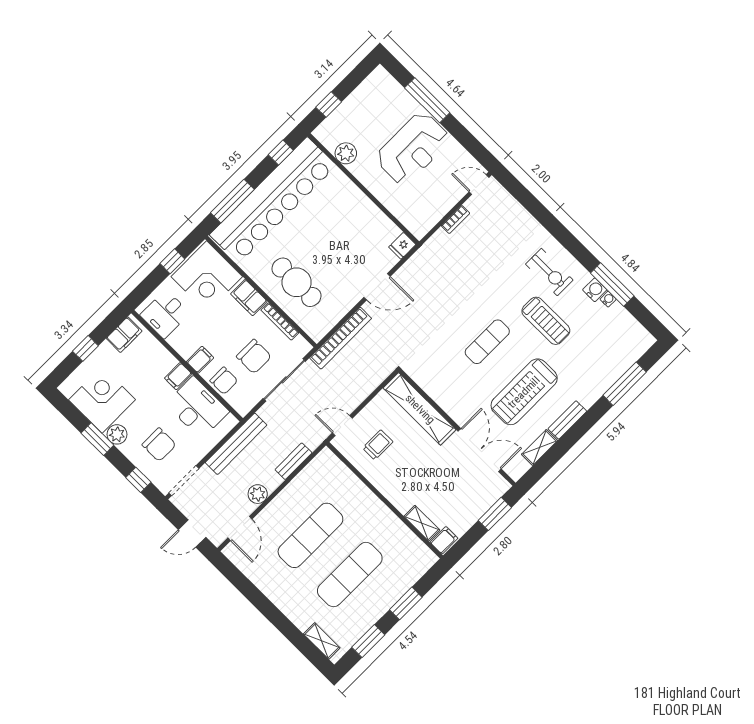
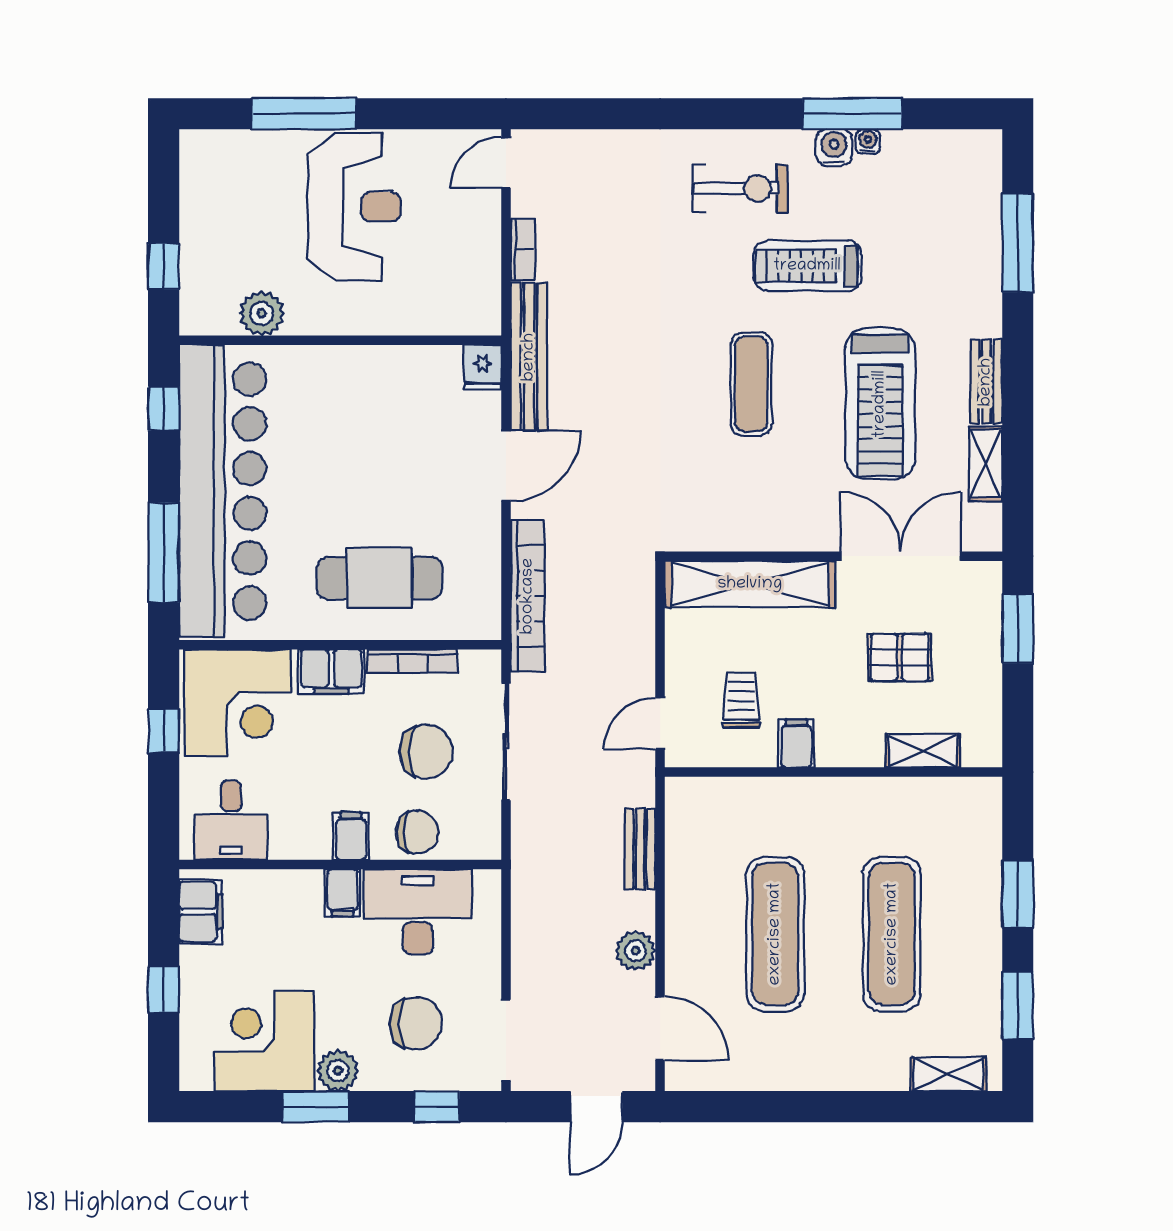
treadmill: (546, 321) -> (807, 266), turned 180
bench: (236, 444) -> (529, 357), moved
pallet: (445, 484) -> (900, 657), added
filing cabinet: (444, 540) -> (796, 743), moved

